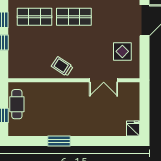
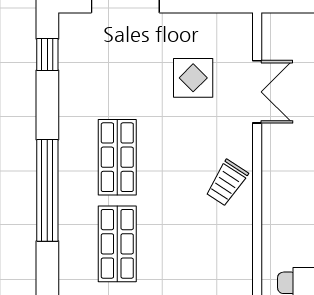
display table: (122, 51) -> (193, 78), moved

